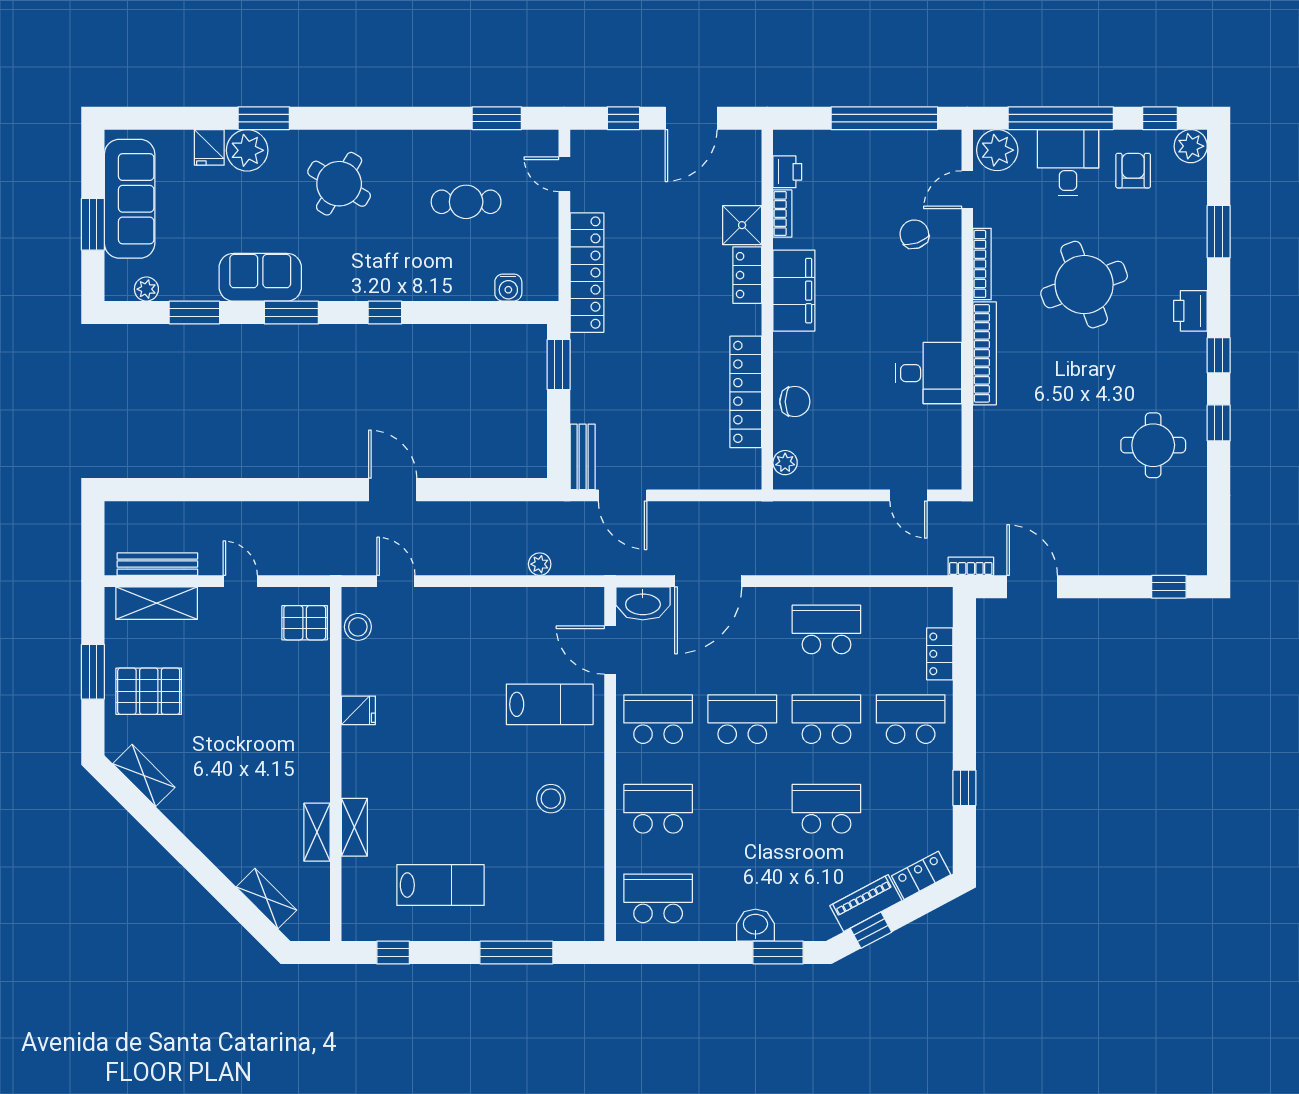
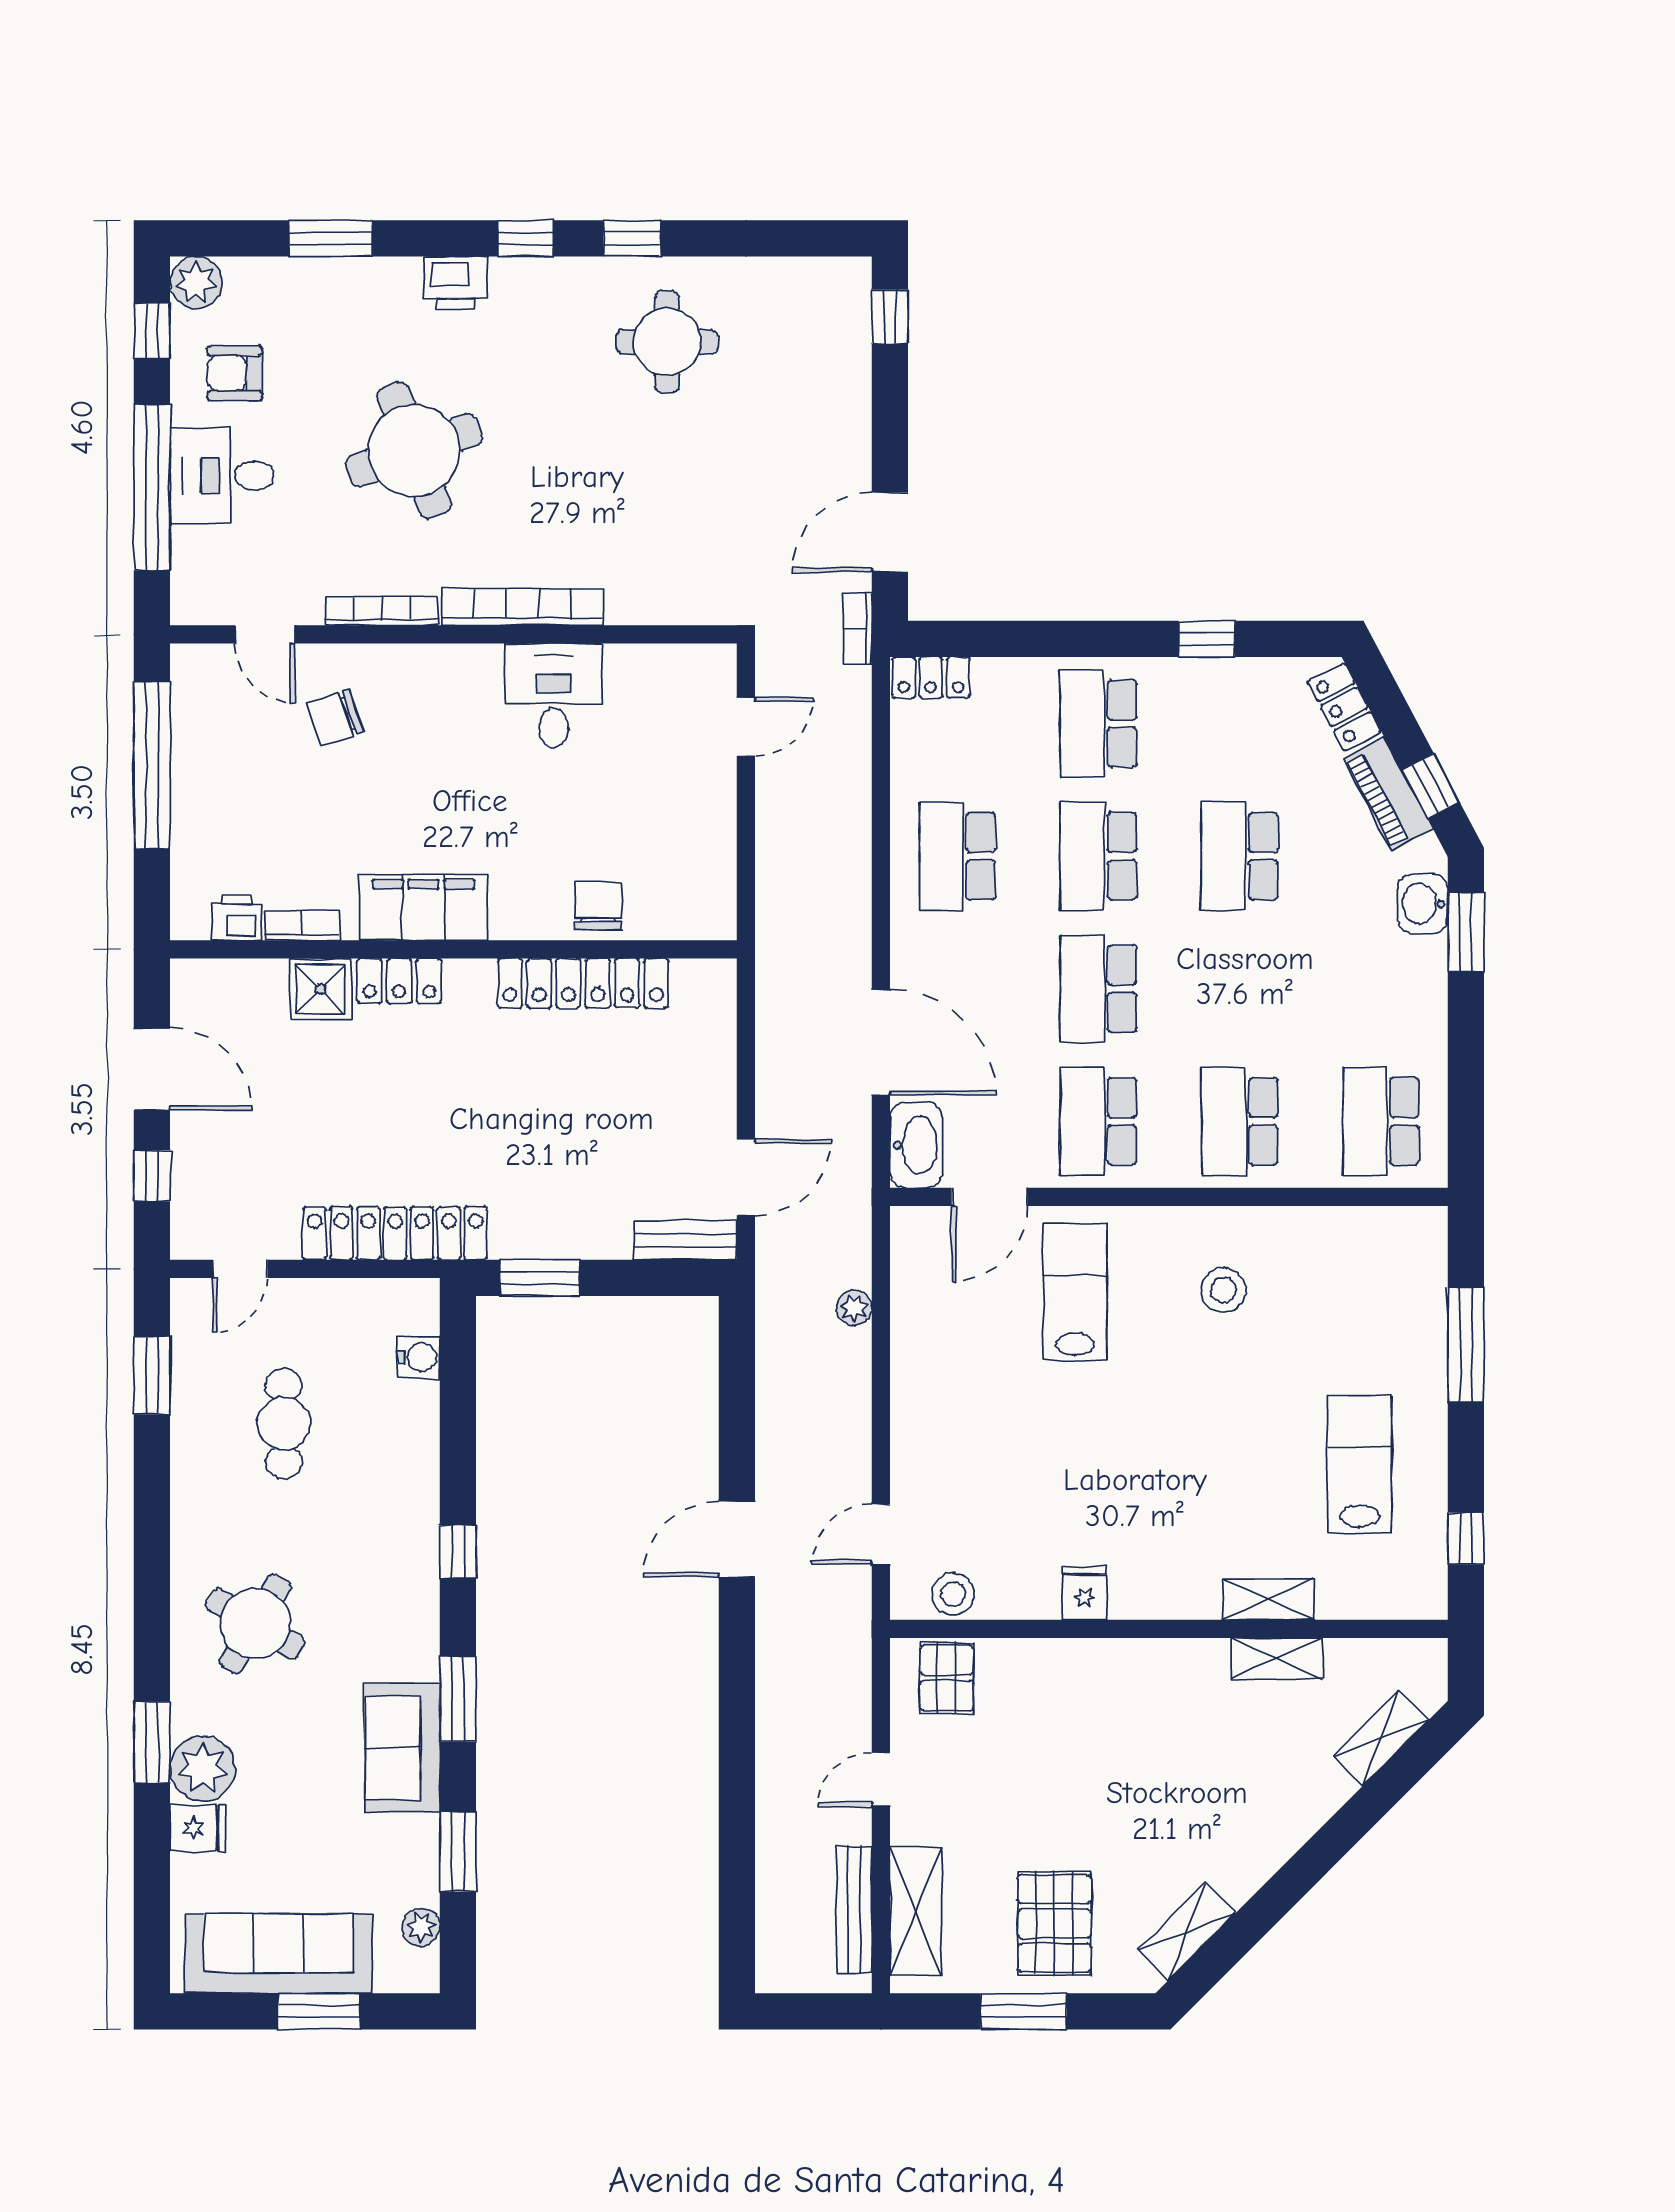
plant: (997, 150) -> (202, 587), removed
plant: (785, 463) -> (694, 921), removed
locker: (940, 654) -> (931, 678), moved
washbasin: (755, 925) -> (1423, 904), moved

